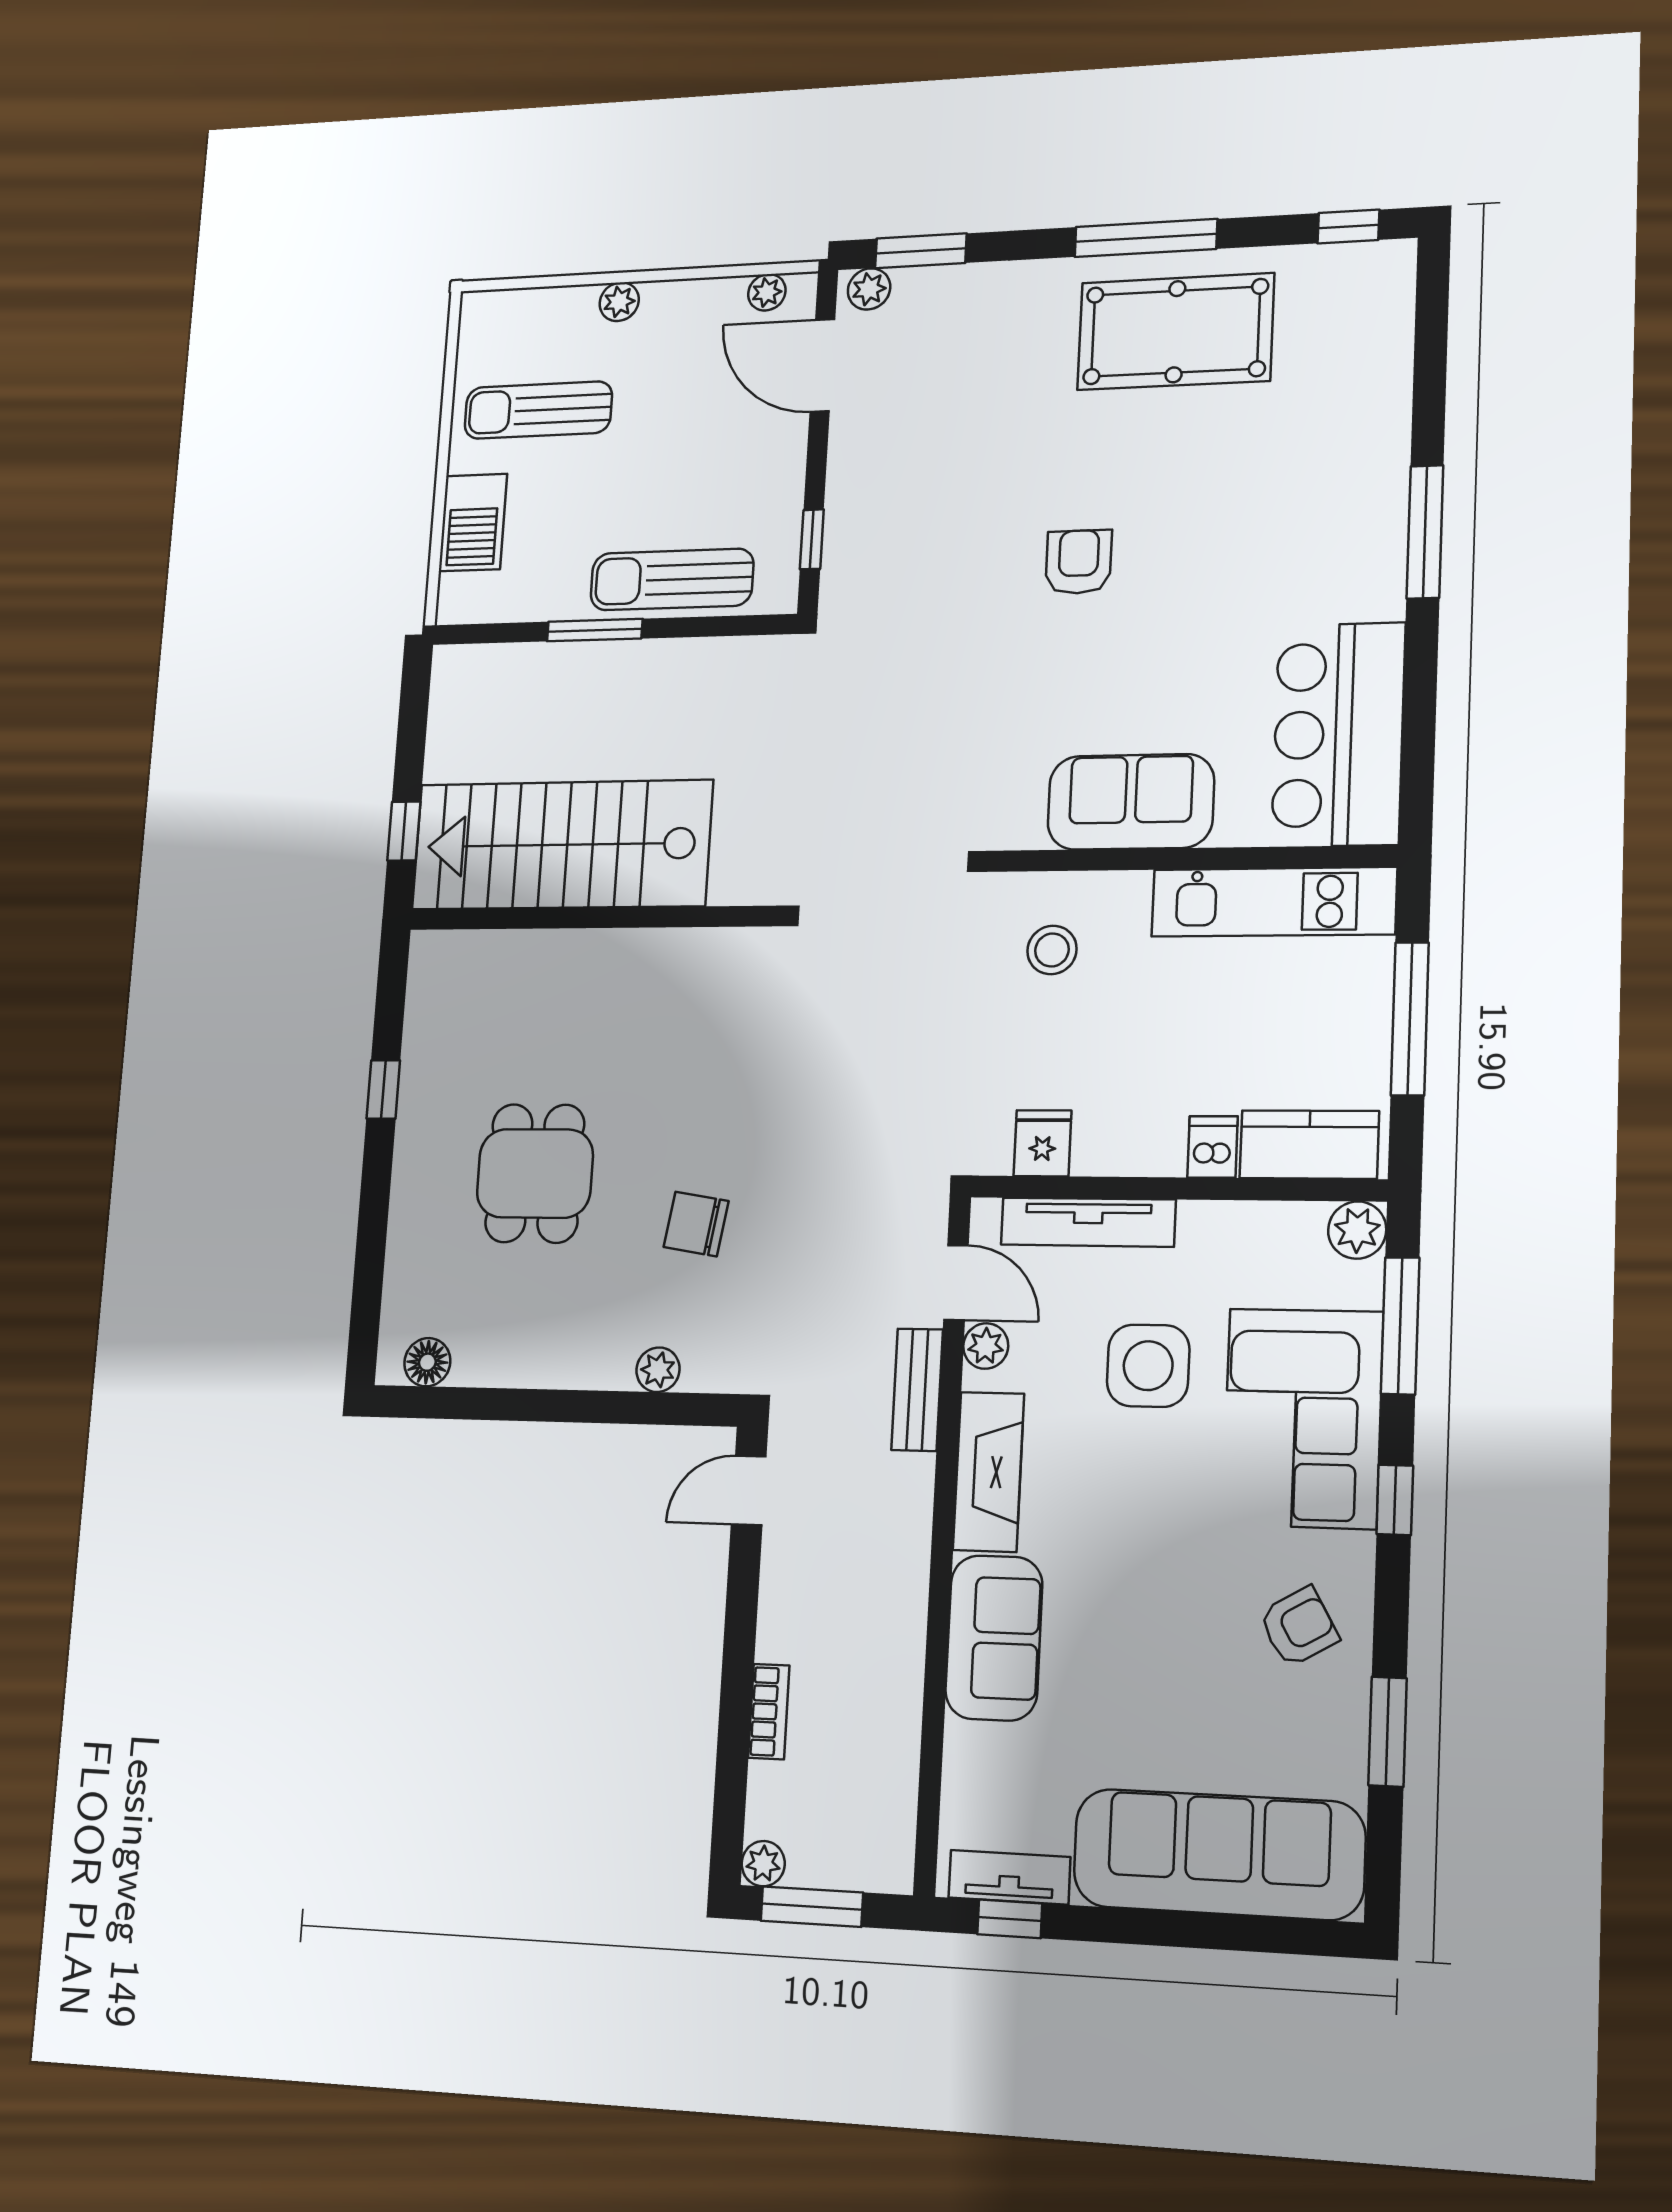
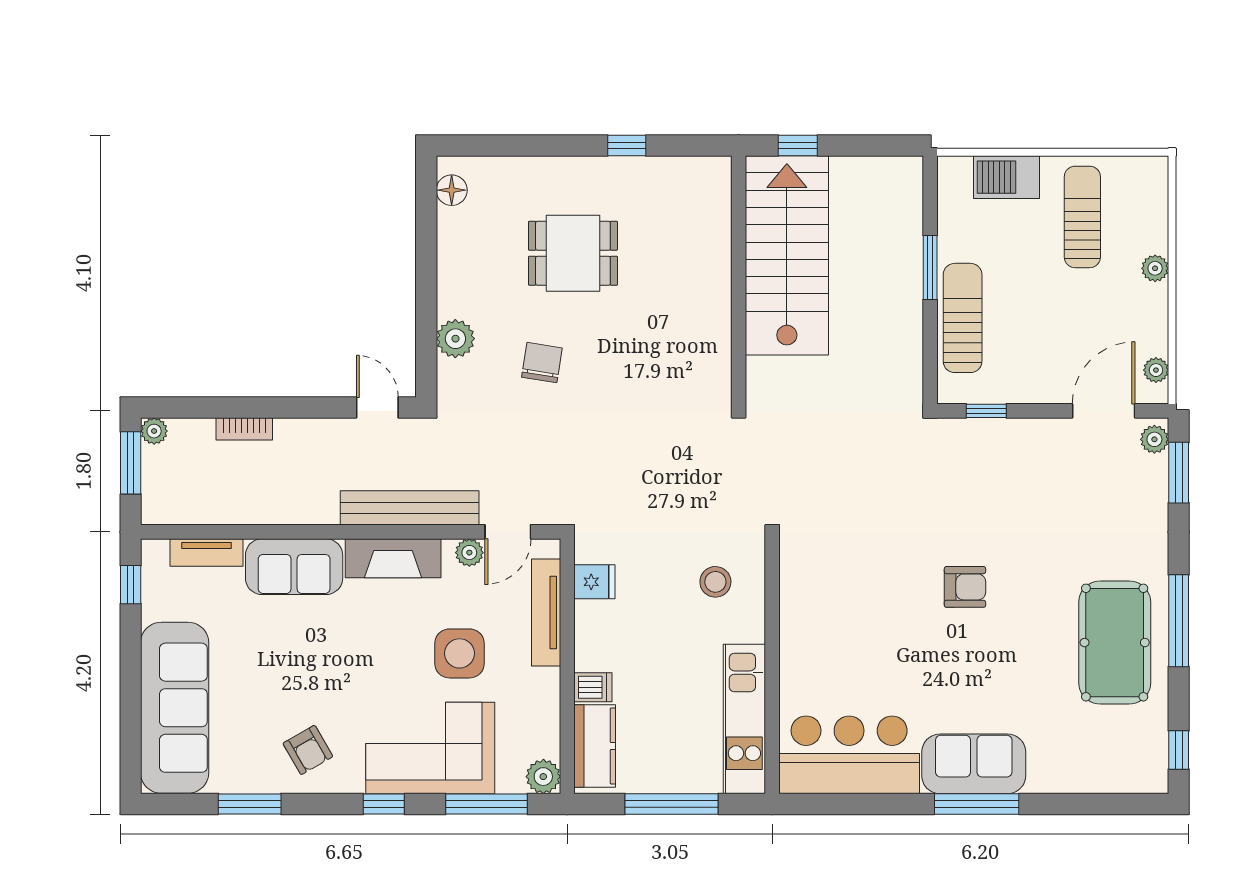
sofa: (1131, 802) -> (974, 764), moved, turned -90
plant: (658, 1370) -> (455, 339), width x1.38, depth x1.38
bench: (917, 1390) -> (410, 508), width x1.86, depth x1.21
tv unit: (1009, 1877) -> (207, 552), moved, turned 90

